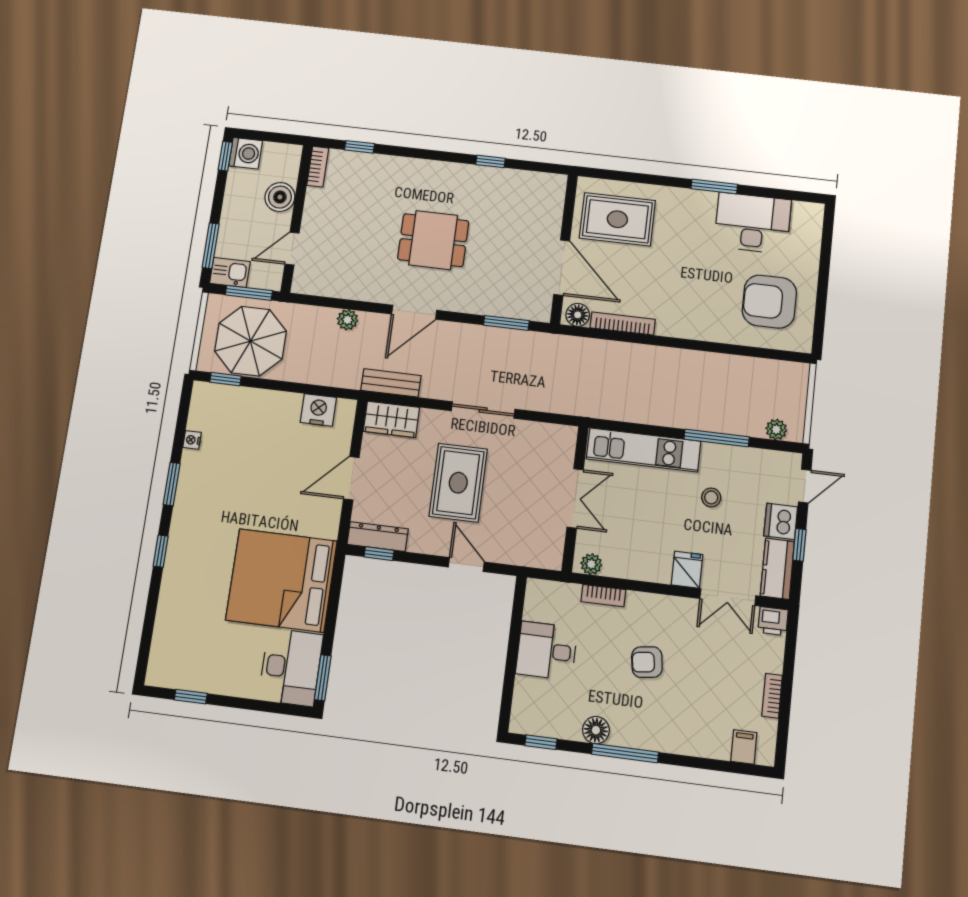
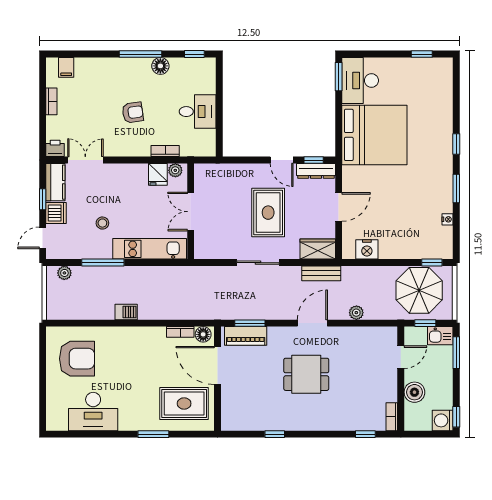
window: (714, 186) -> (153, 434), moved
window: (249, 293) -> (425, 323), width x0.67
piano: (515, 305) -> (246, 336), added
bookcase: (623, 324) -> (180, 332), width x0.64
barbecue: (689, 361) -> (126, 312), added
door: (466, 565) -> (282, 160), moved
fridge: (687, 570) -> (158, 174), moved

